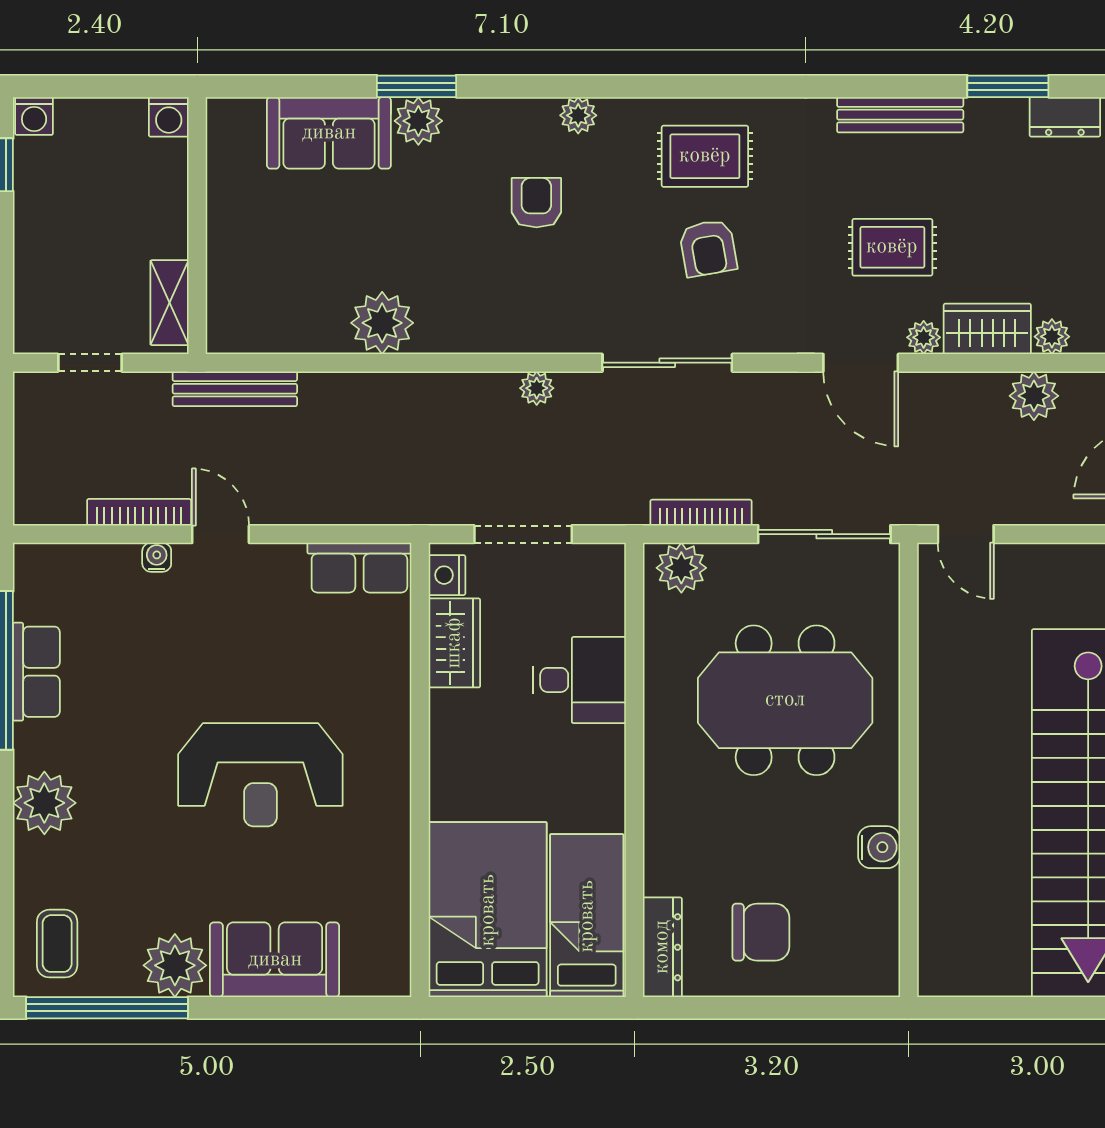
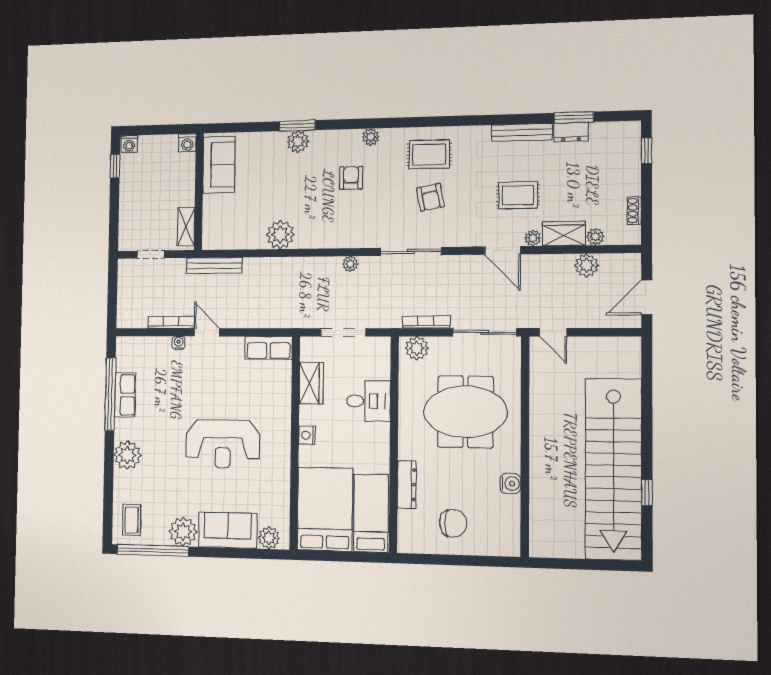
dresser: (1065, 117) -> (571, 132), moved
sofa: (329, 133) -> (219, 165), moved, turned -90
nightstand: (447, 575) -> (307, 435), moved
dresser: (662, 947) -> (407, 484), moved
plant: (366, 973) -> (269, 538), added

